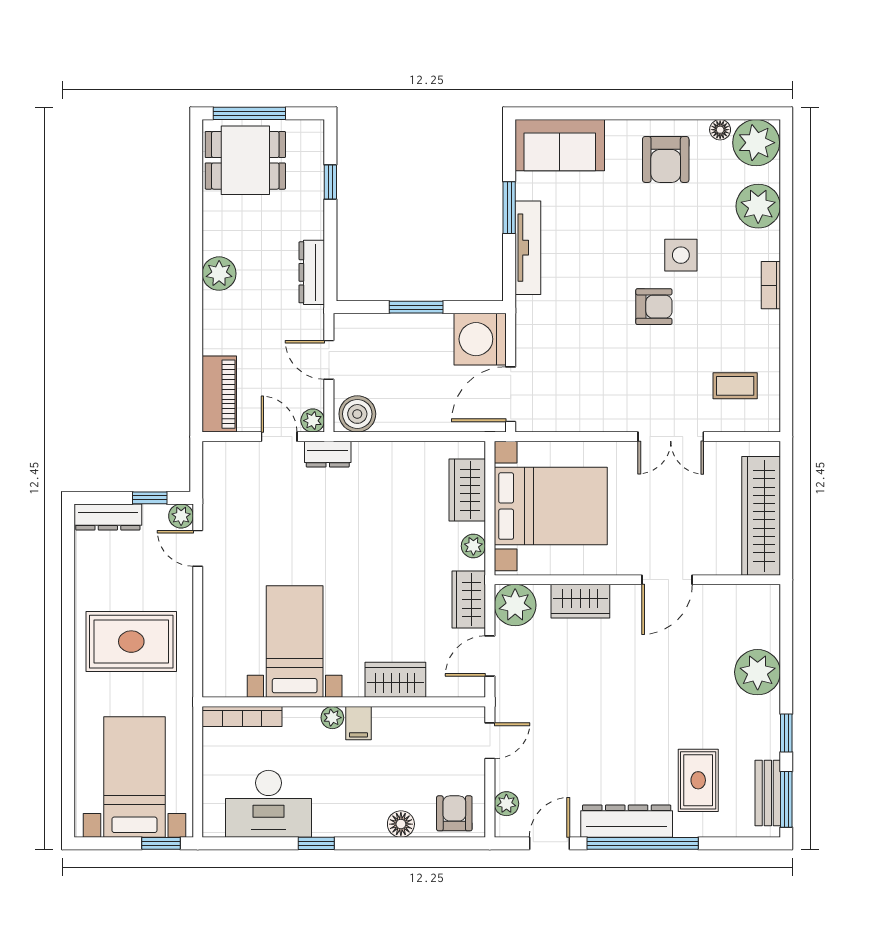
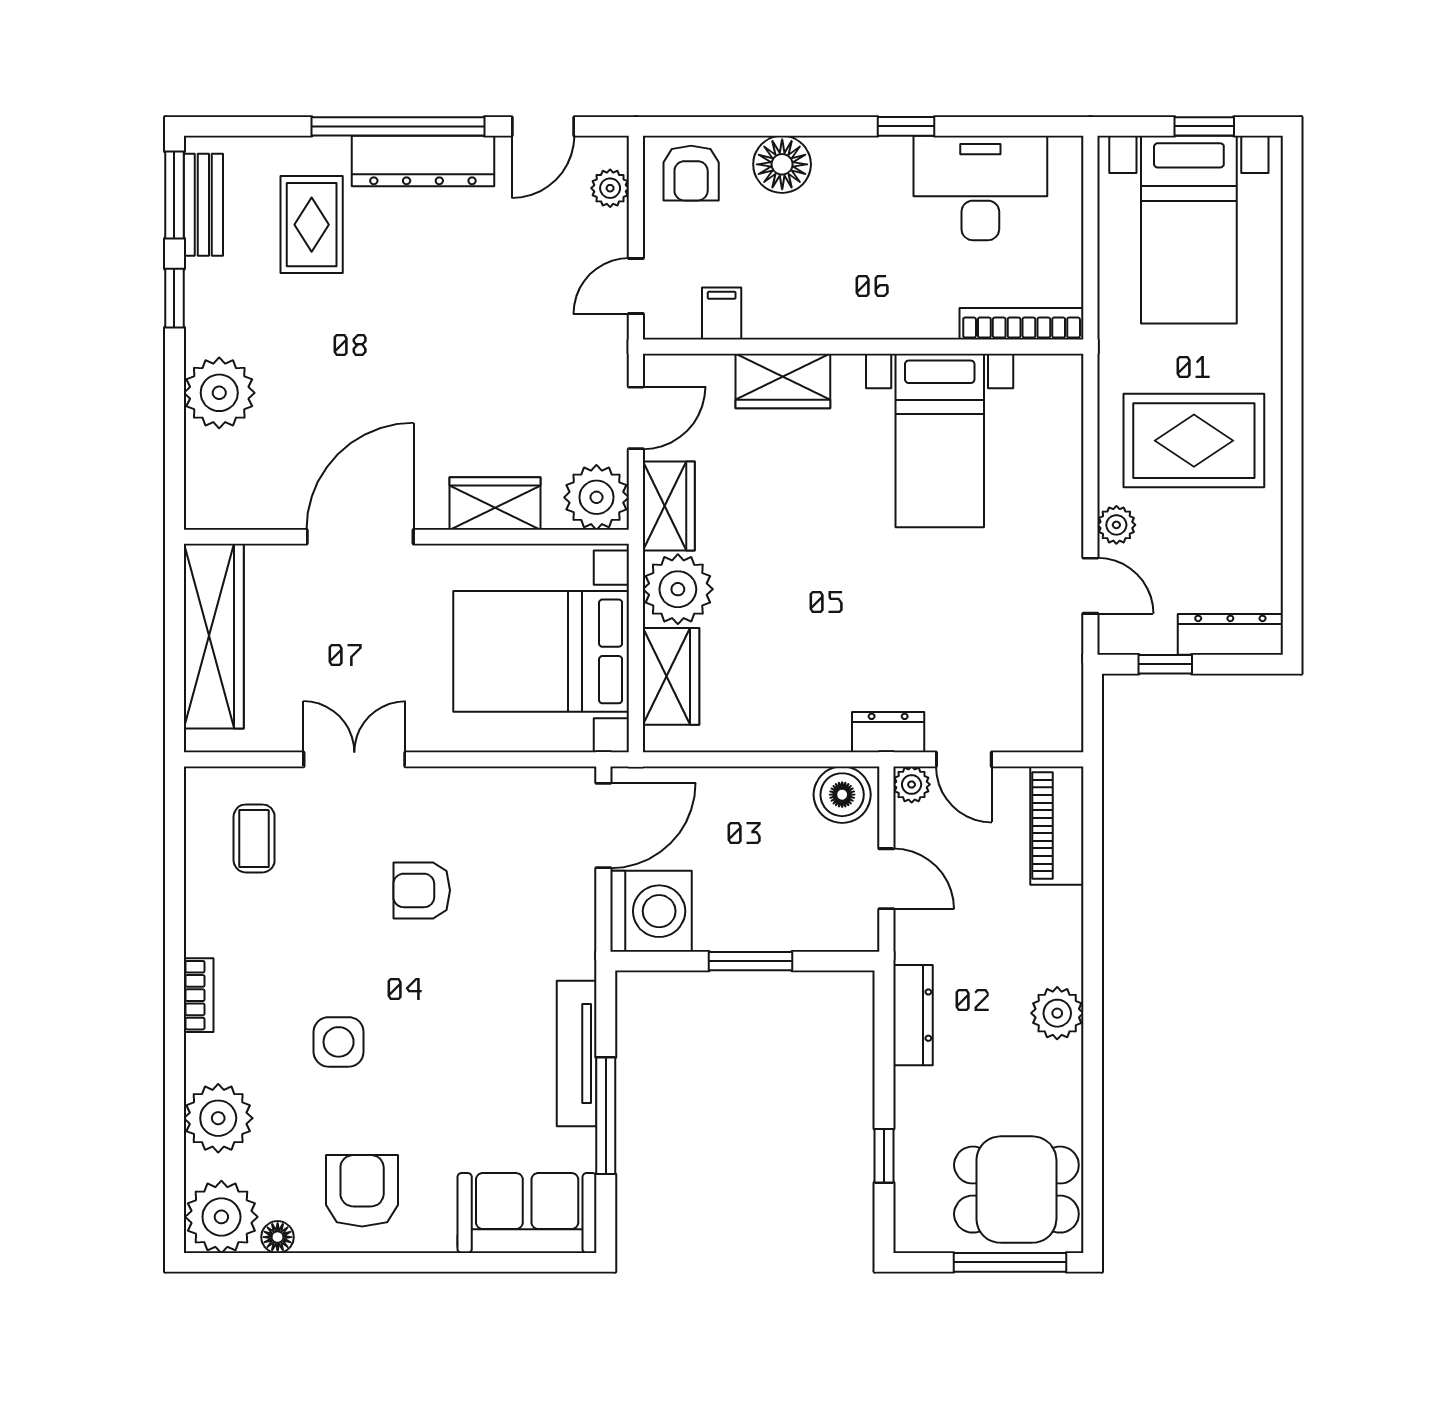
window: (509, 208) -> (606, 1116), width x1.44
armchair: (654, 307) -> (422, 890), moved
coffee table: (735, 386) -> (254, 838), turned 90
plant: (181, 516) -> (1116, 525), moved
plant: (473, 546) -> (678, 589), width x1.88, depth x1.88
door: (667, 580) -> (360, 537), width x1.36
plant: (332, 718) -> (881, 322), removed
filing cabinet: (358, 723) -> (722, 314), moved
floor lamp: (401, 824) -> (782, 164), width x1.38, depth x1.38
window: (161, 843) -> (1204, 126), moved

